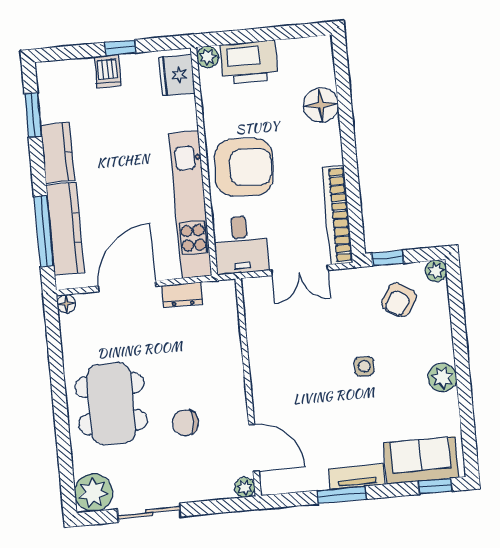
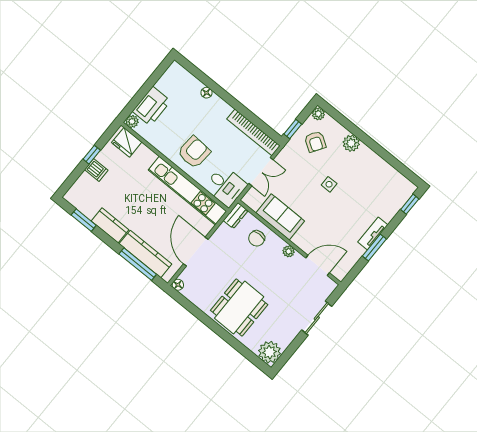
floor lamp: (321, 105) -> (207, 93), width x0.53, depth x0.53
armchair: (244, 167) -> (194, 152), width x0.73, depth x0.73
dresser: (182, 295) -> (236, 216), moved
plant: (442, 378) -> (351, 143), moved
dining table: (111, 404) -> (239, 308), turned 90
chair: (185, 423) -> (257, 238), moved
sofa: (421, 460) -> (280, 217), moved, turned 90
plant: (245, 487) -> (289, 251), moved
sliding door: (149, 513) -> (317, 318), moved

